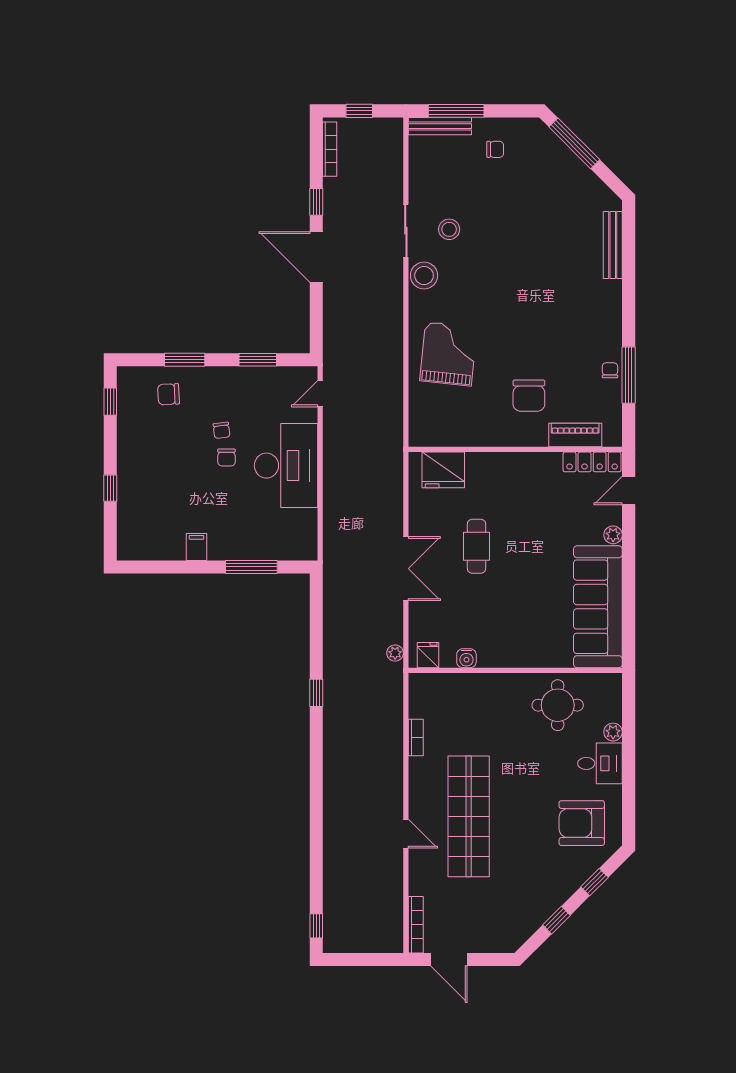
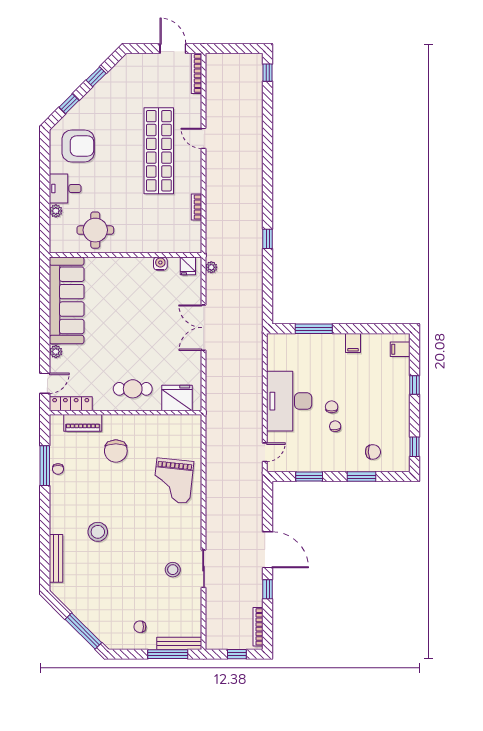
stool: (424, 276) -> (98, 532), moved
chair: (529, 396) -> (116, 451), turned 180
filing cabinet: (130, 538) -> (400, 349), added
cafe table: (477, 546) -> (133, 389), moved, turned 90

